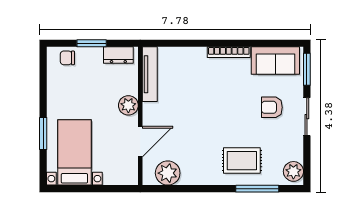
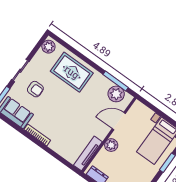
rug: (242, 161) -> (72, 72), width x1.36, depth x1.43
window: (257, 189) -> (116, 81), moved

